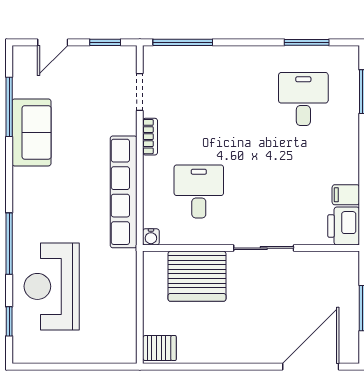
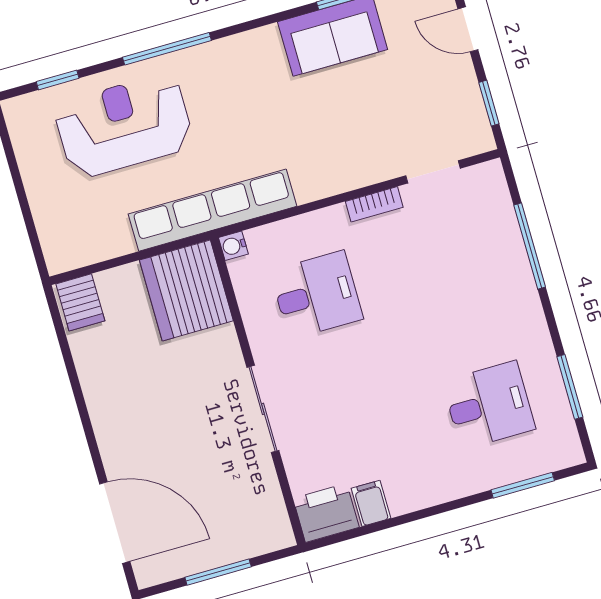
window: (183, 42) -> (530, 246), moved
row of seats: (124, 192) -> (213, 210), moved
server rack: (197, 276) -> (186, 290), moved

